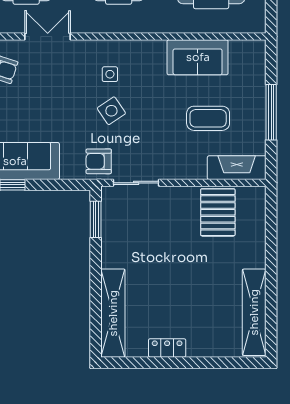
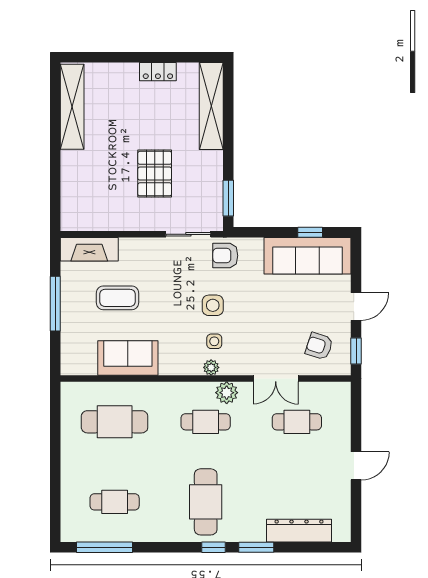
plant: (97, 22) -> (227, 393), added
plant: (113, 48) -> (211, 367), added
side table: (111, 111) -> (213, 305), turned 34
armchair: (99, 161) -> (225, 256), turned 180
pallet: (218, 212) -> (155, 174), moved

